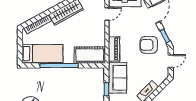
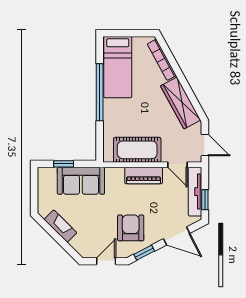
piano: (114, 49) -> (144, 175), moved
cot: (90, 55) -> (137, 150), moved, turned 90
door: (171, 61) -> (106, 261), swing flipped

